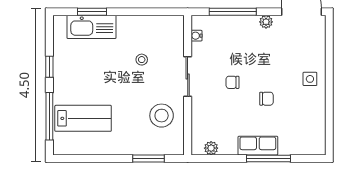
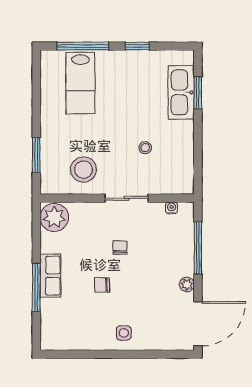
chair: (266, 99) -> (102, 285), turned 90
plant: (211, 148) -> (54, 217), width x1.87, depth x1.87

